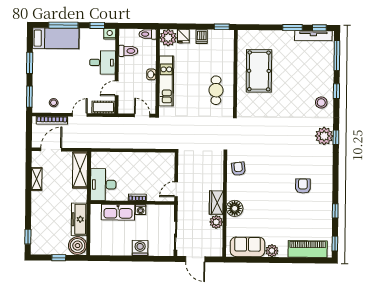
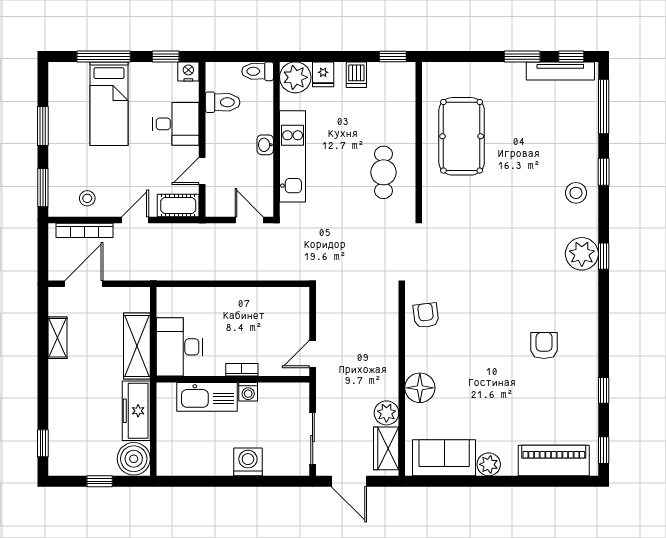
bed: (56, 38) -> (109, 104), moved, turned 90
shelving: (80, 170) -> (137, 346), moved
wardrobe: (216, 203) -> (386, 448), moved

